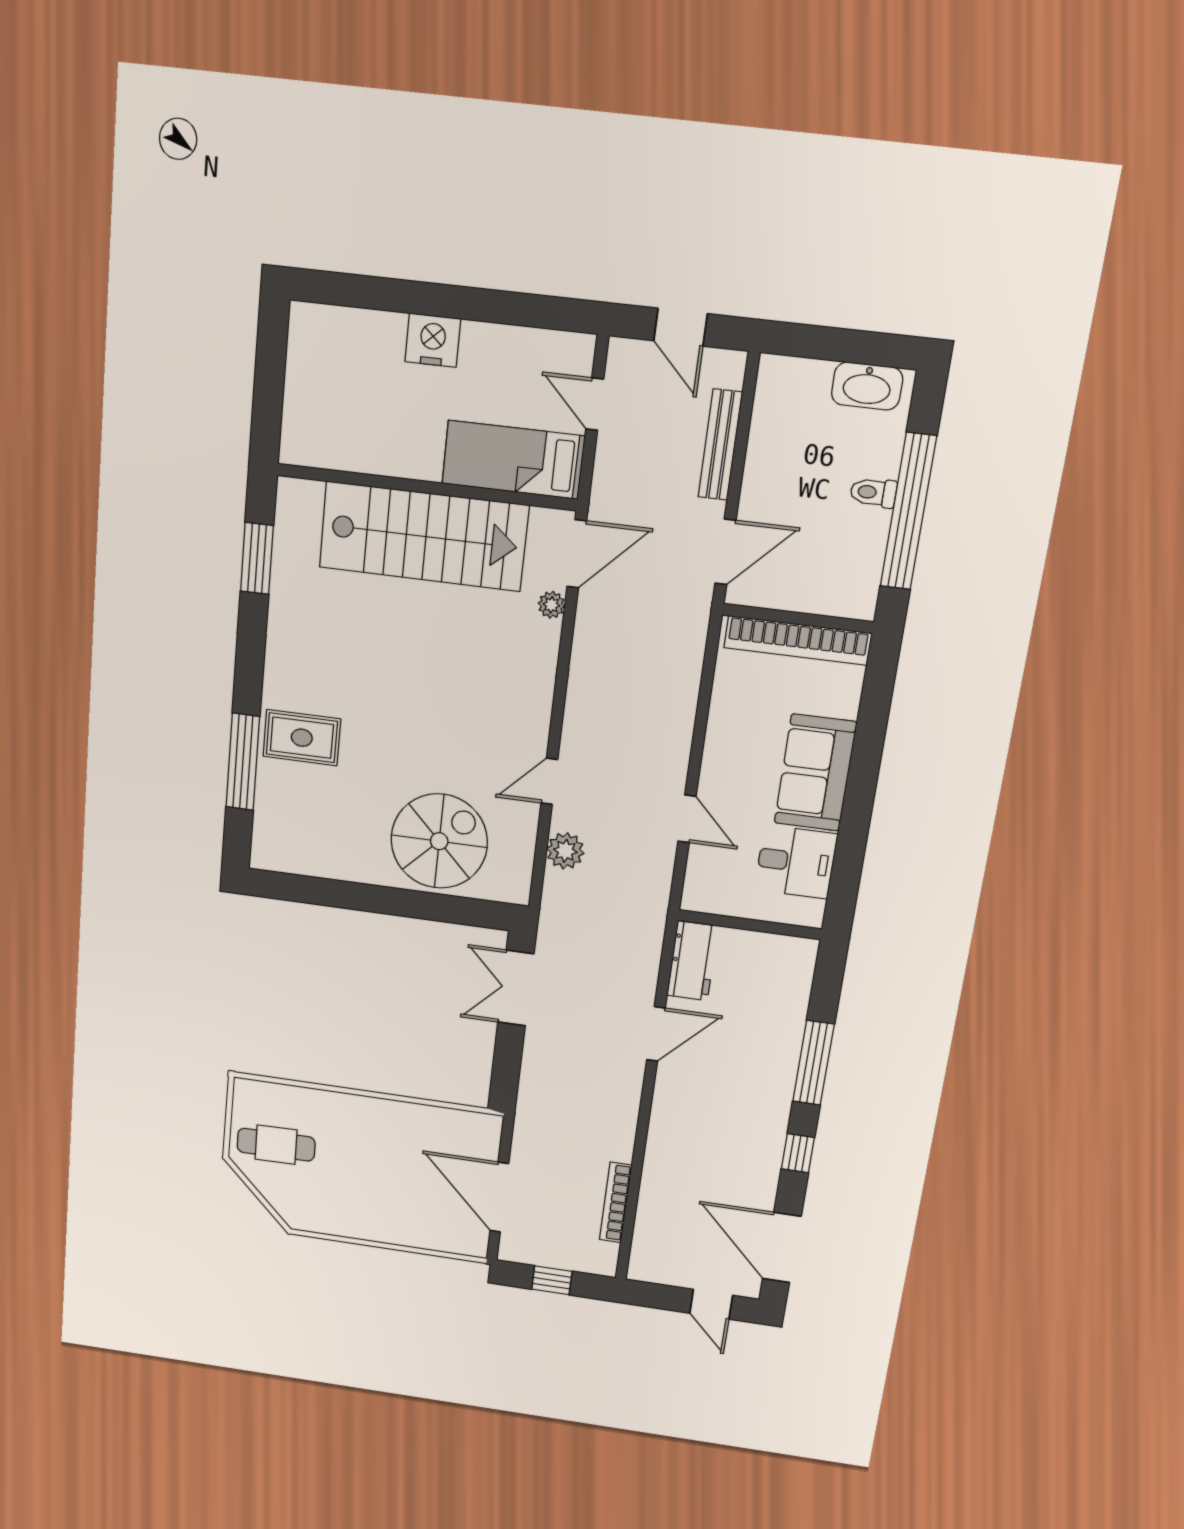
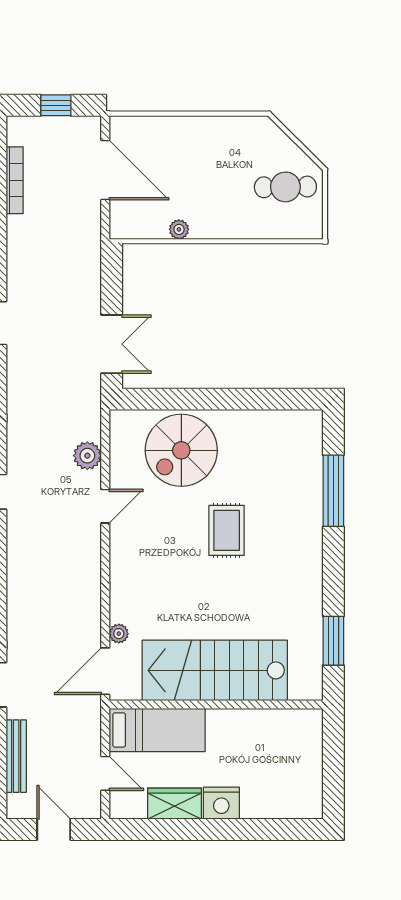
wardrobe: (500, 347) -> (174, 804), added
rug: (302, 738) -> (227, 530), moved, turned 90
plant: (414, 1114) -> (179, 229), added

